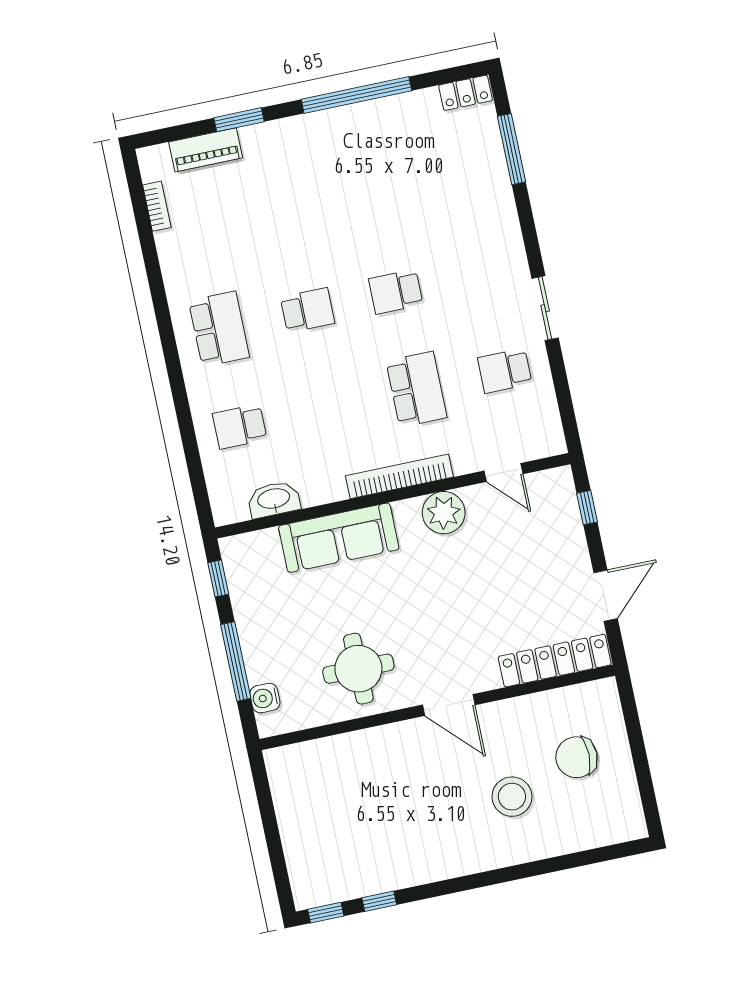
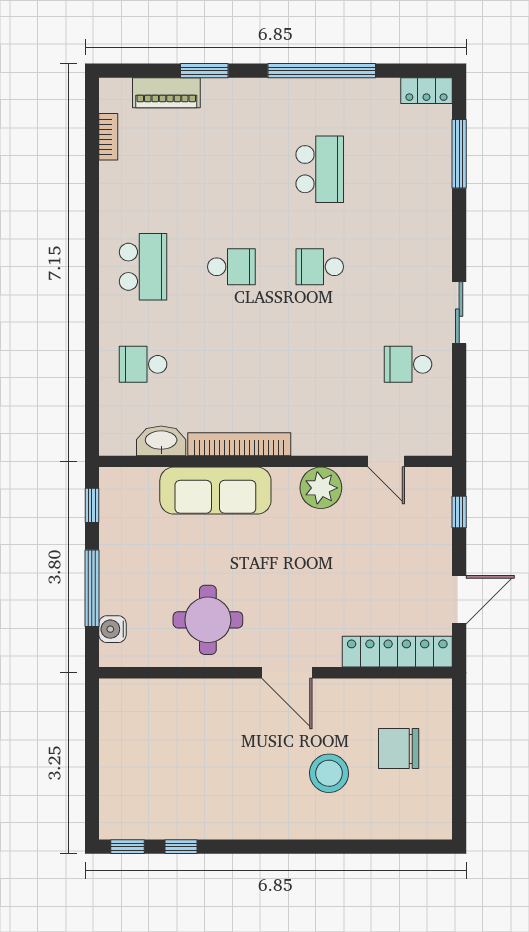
school desk: (416, 389) -> (320, 169), moved
bookcase: (399, 476) -> (239, 444), moved

